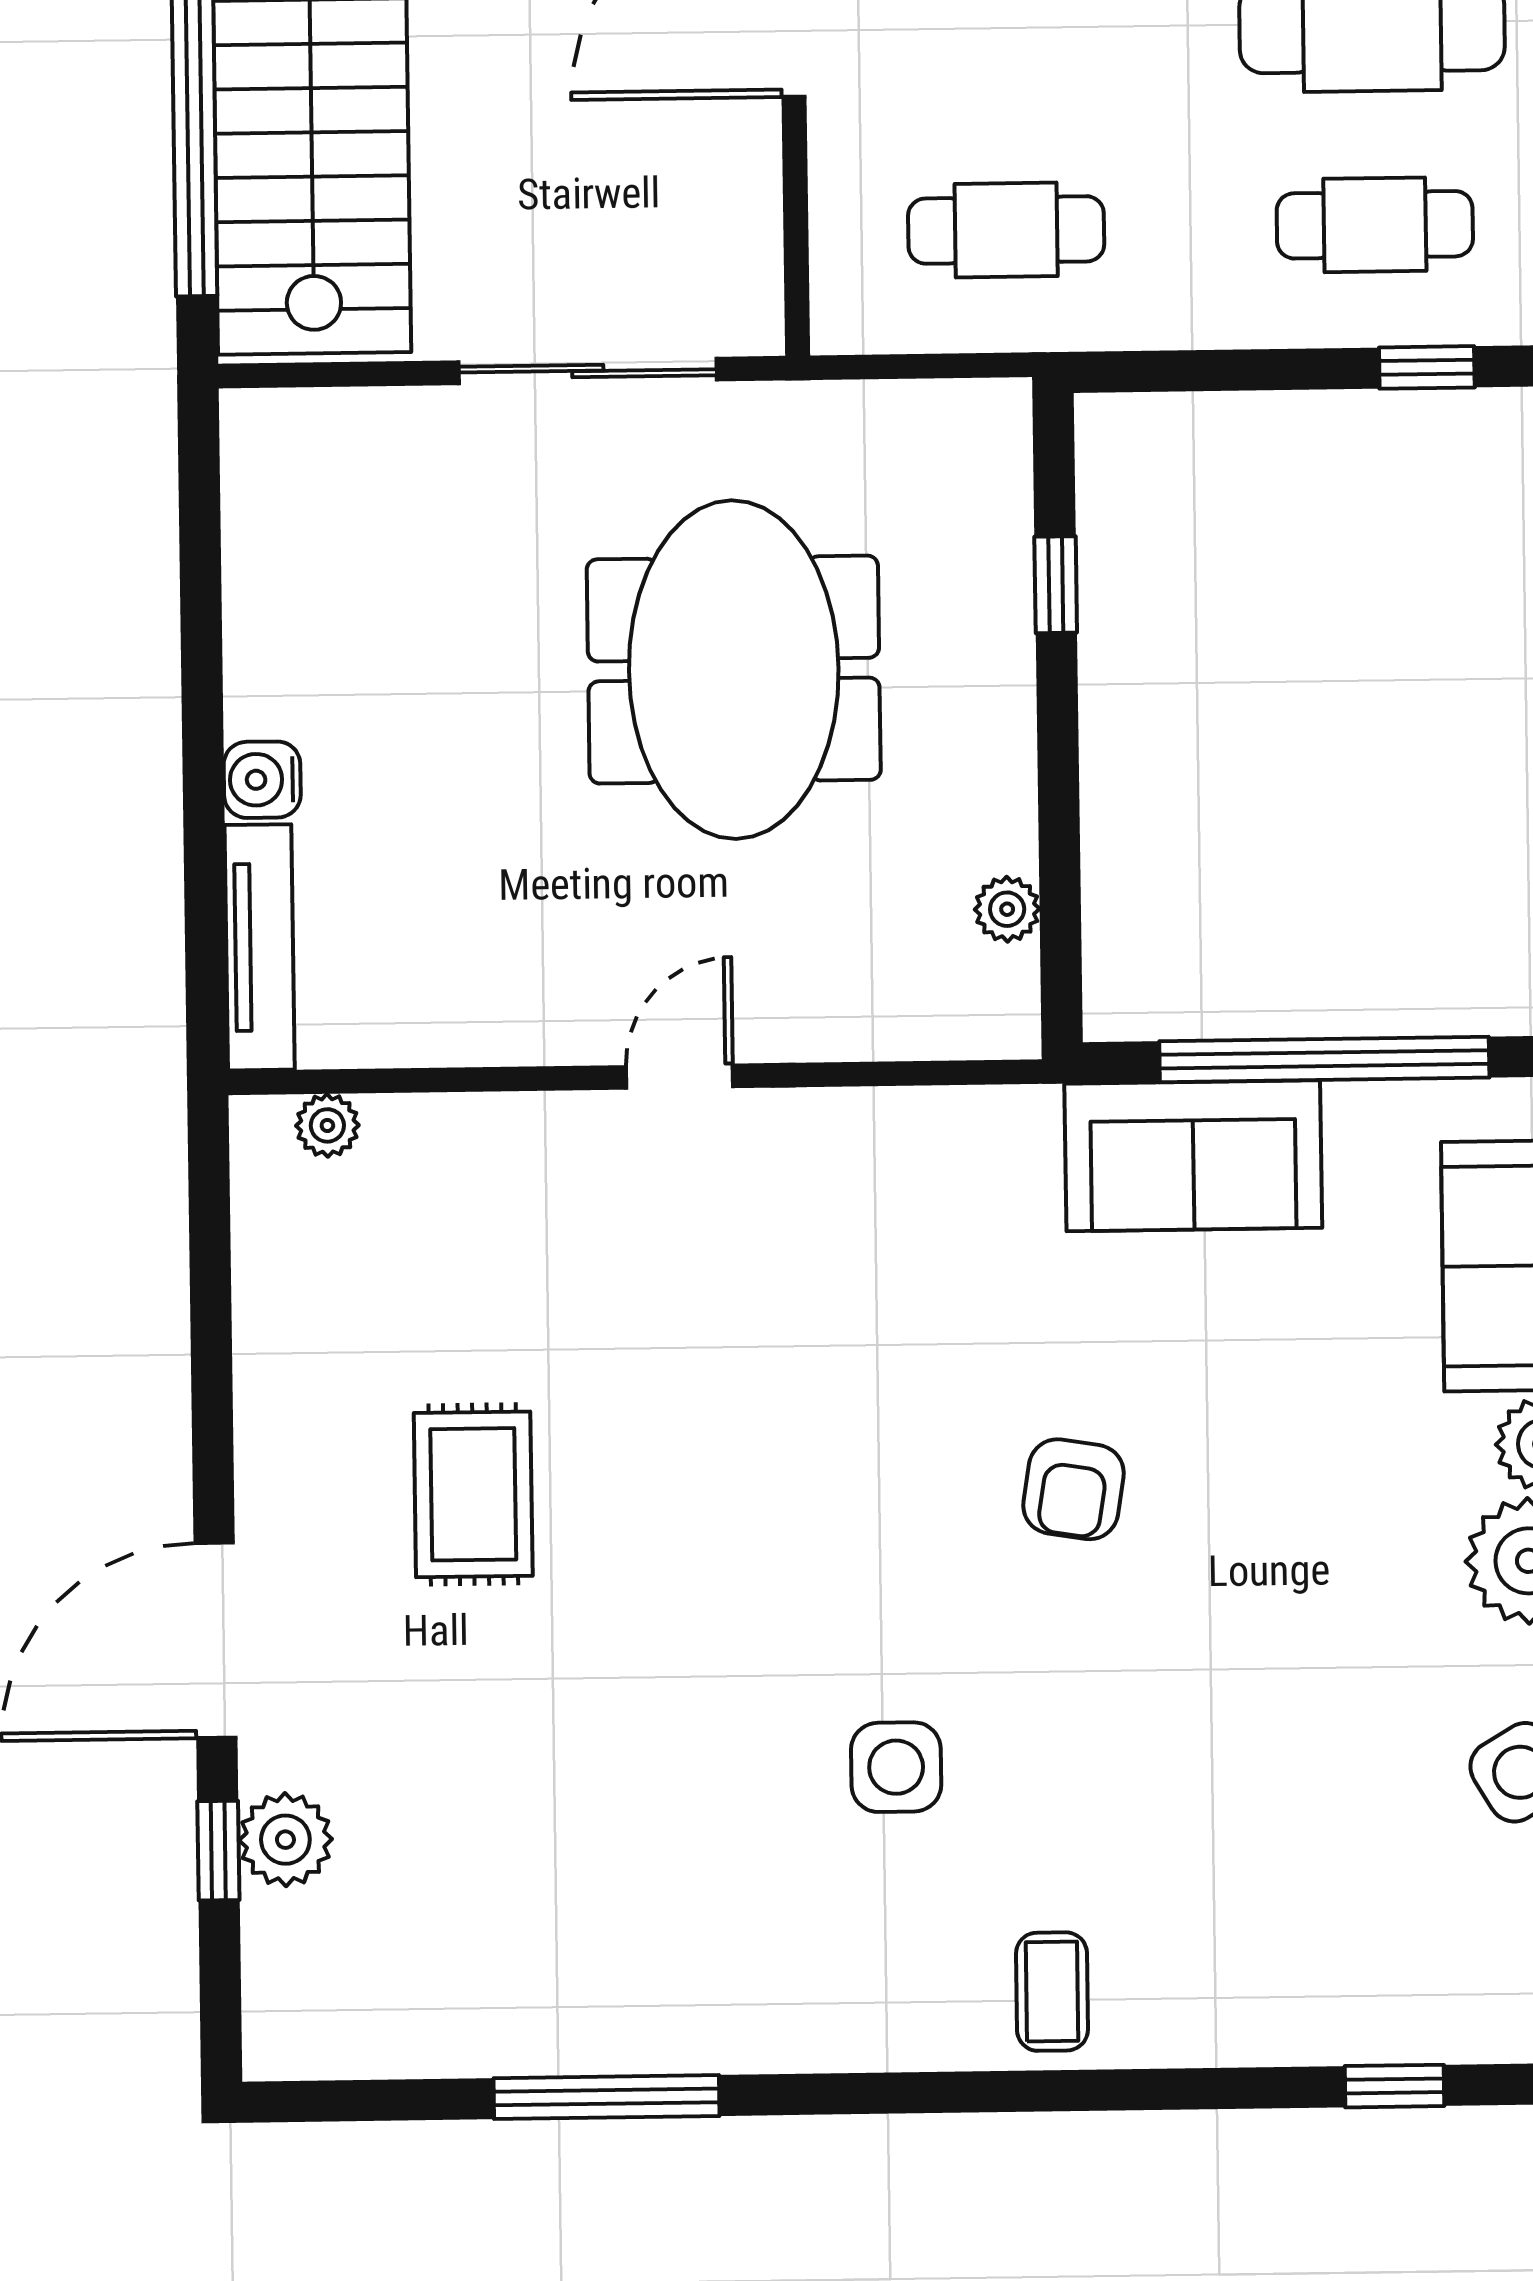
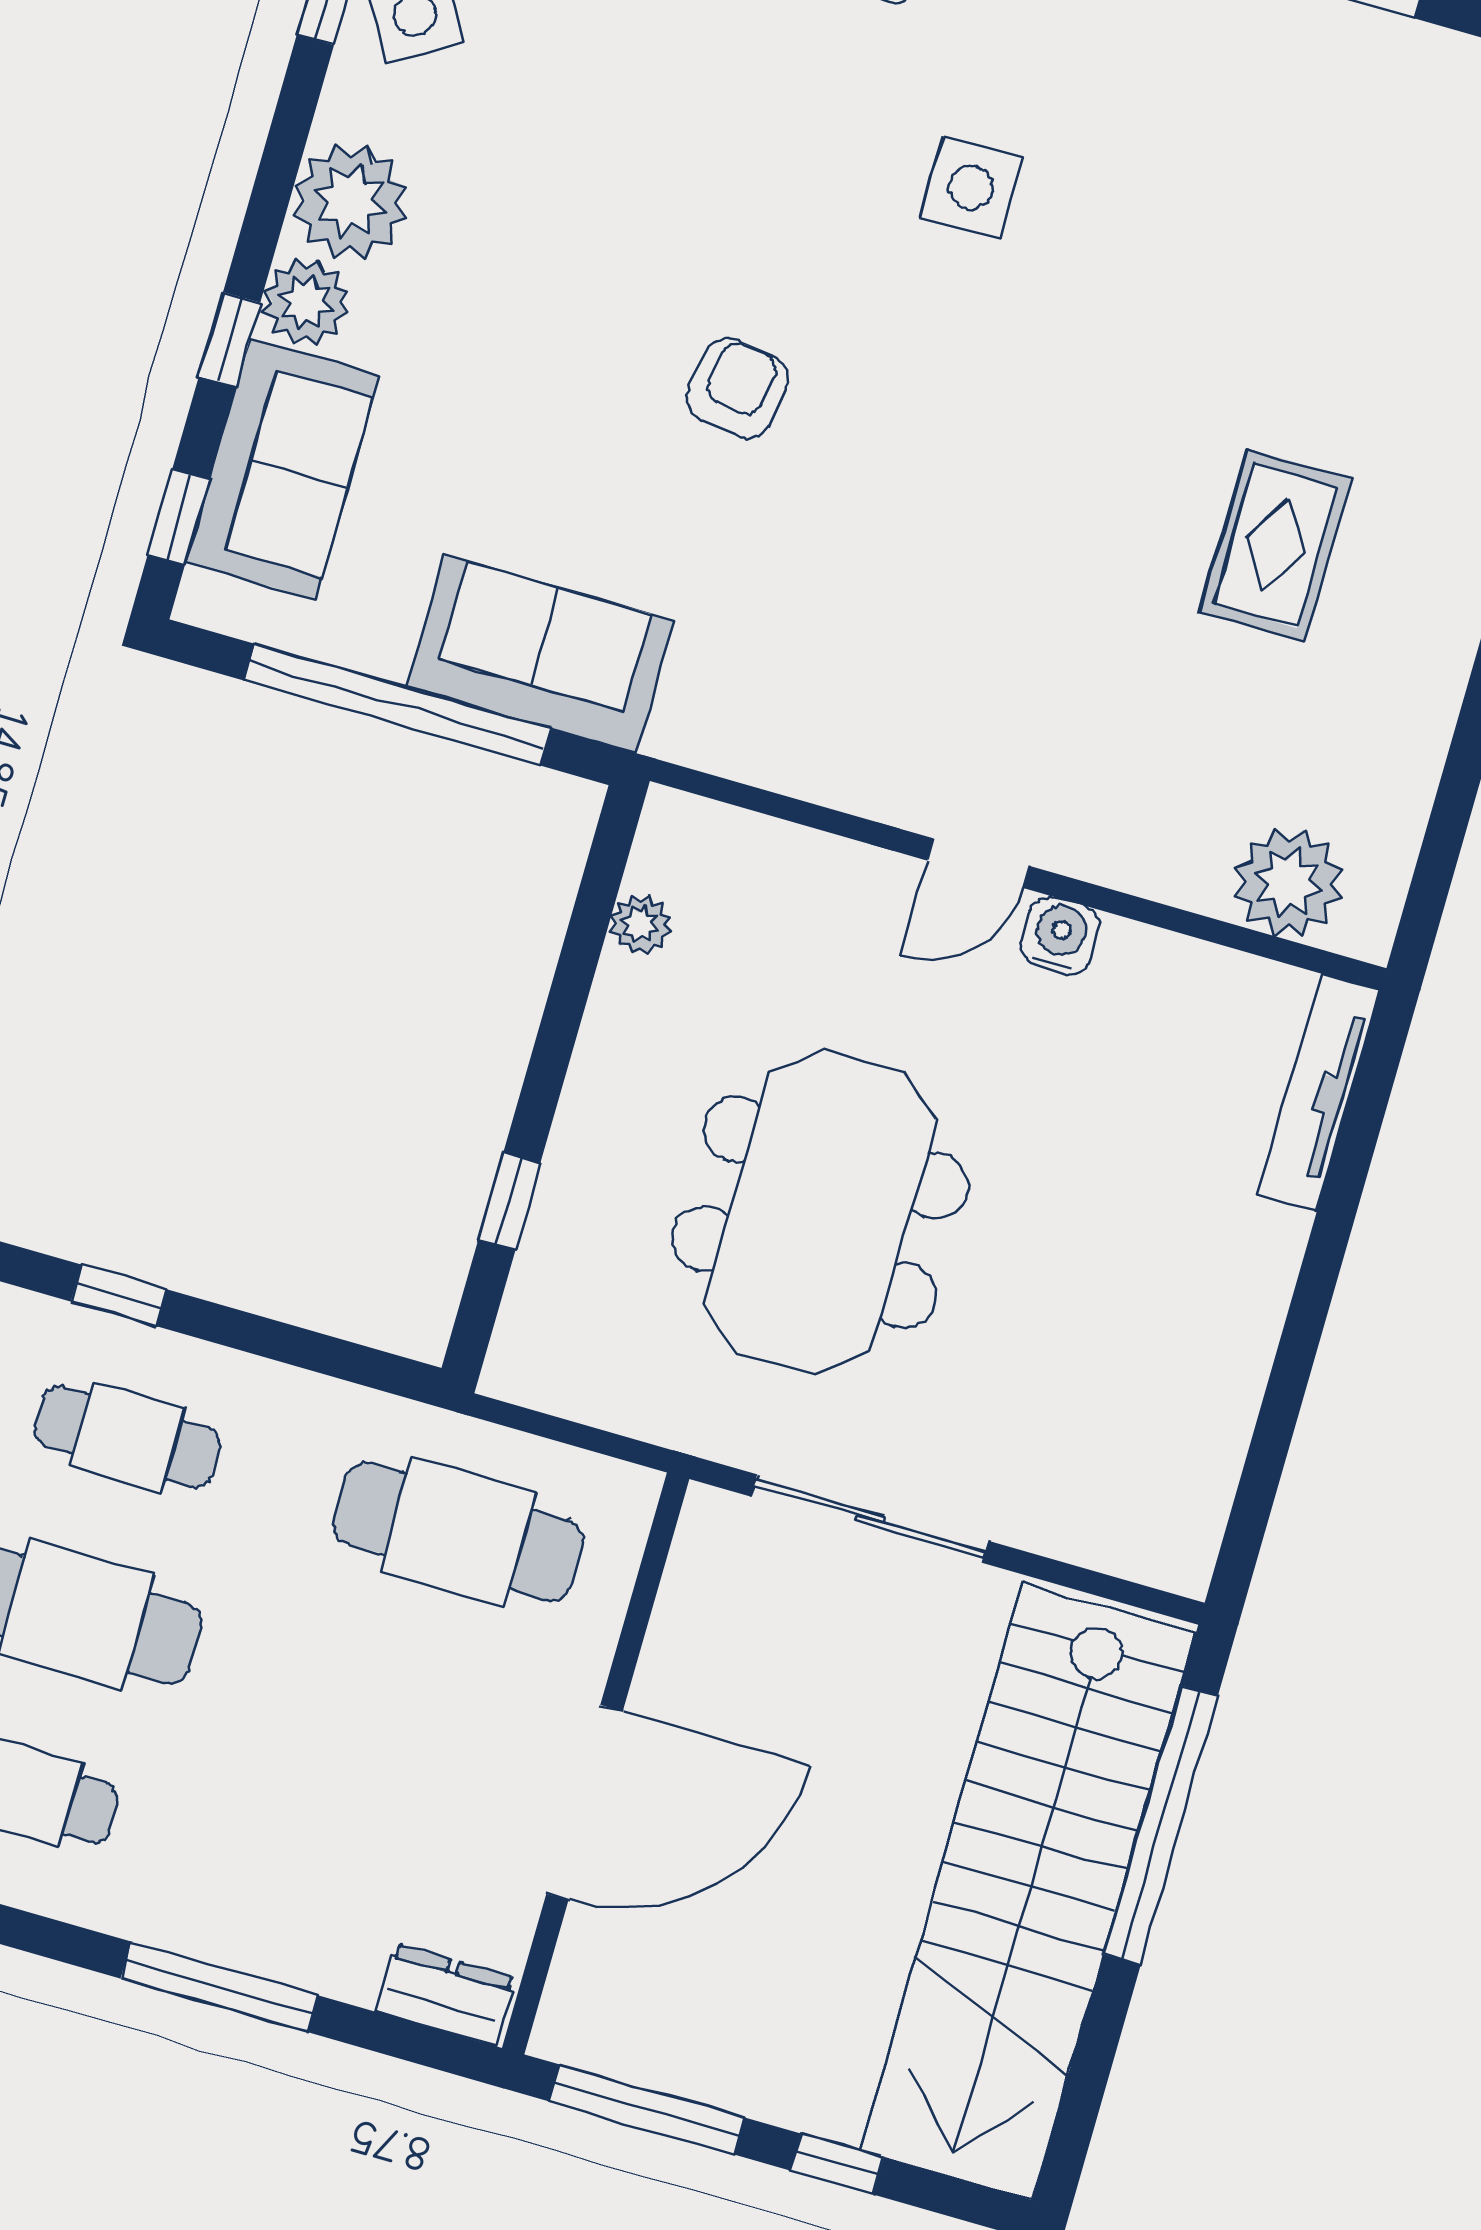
cafe table: (1006, 230) -> (458, 1532), width x1.37, depth x1.35
water cooler: (262, 780) -> (1060, 936), moved, turned -90
plant: (327, 1125) -> (1289, 883), width x1.87, depth x1.87

